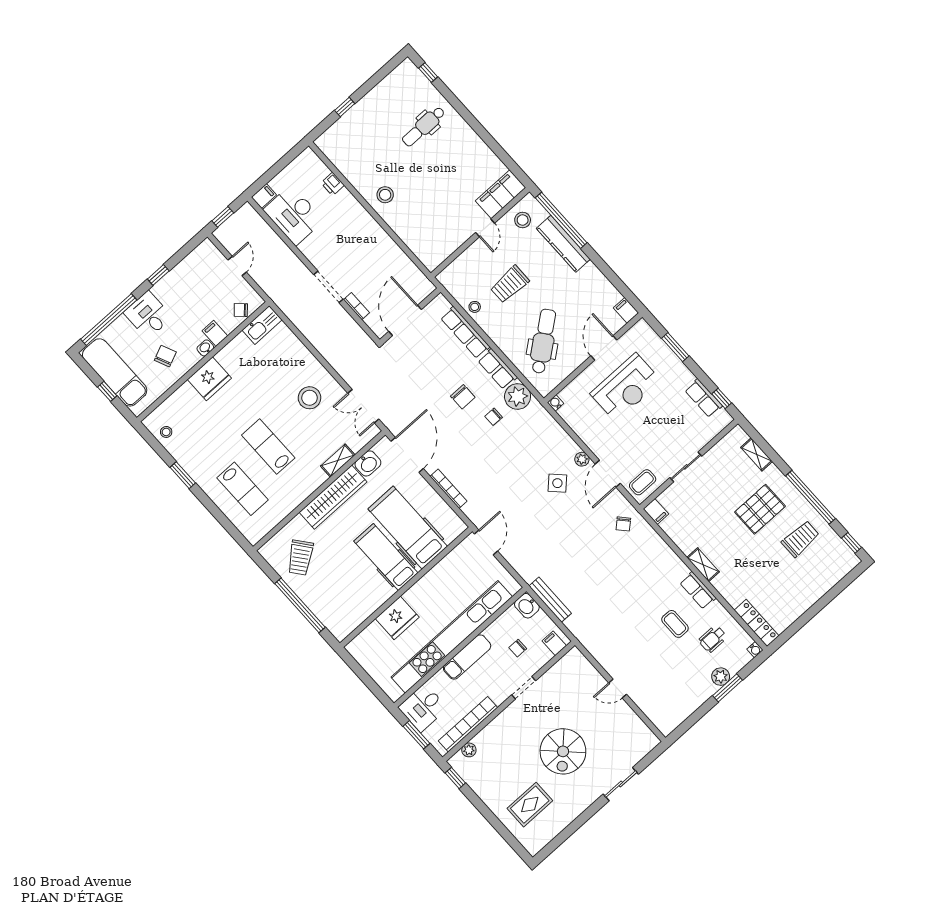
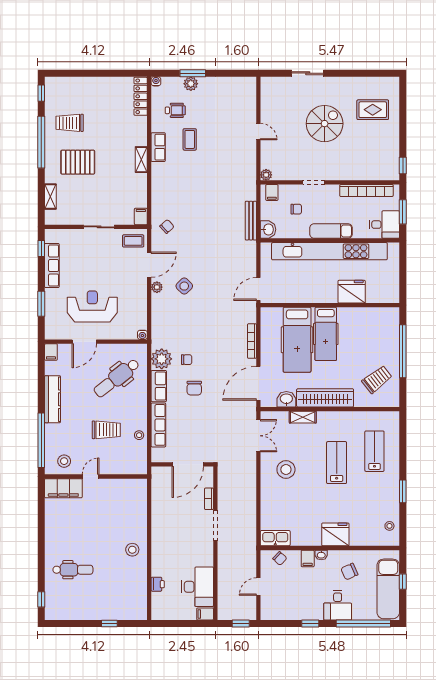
kitchen counter: (563, 244) -> (53, 399), moved
chair: (463, 397) -> (194, 388), turned 180
row of seats: (704, 398) -> (52, 266), width x1.48
lab bench: (268, 447) -> (337, 463), turned 180
plant: (469, 750) -> (266, 175), moved

